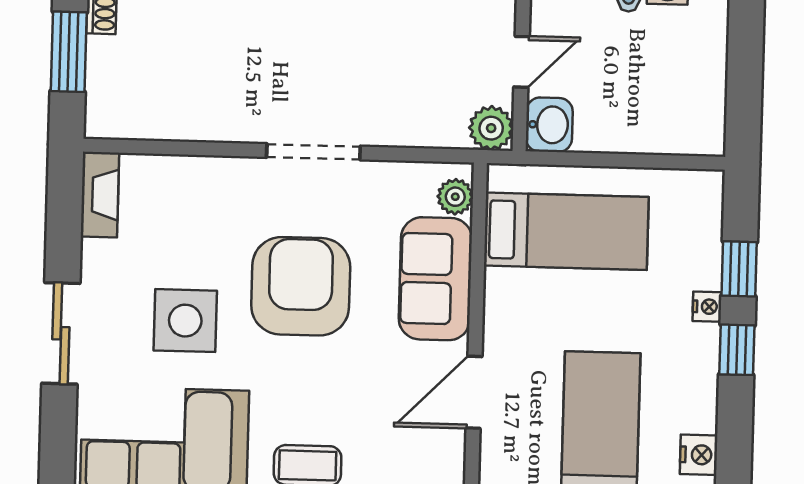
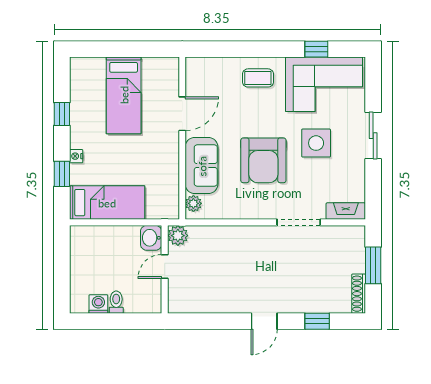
doorway: (313, 152) -> (299, 222), moved
fireplace: (100, 195) -> (346, 211), moved, turned 90
bed: (566, 231) -> (107, 203), moved, turned 180
window: (737, 350) -> (62, 114), moved
nightstand: (699, 455) -> (78, 88), removed

